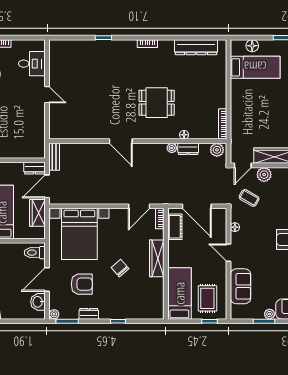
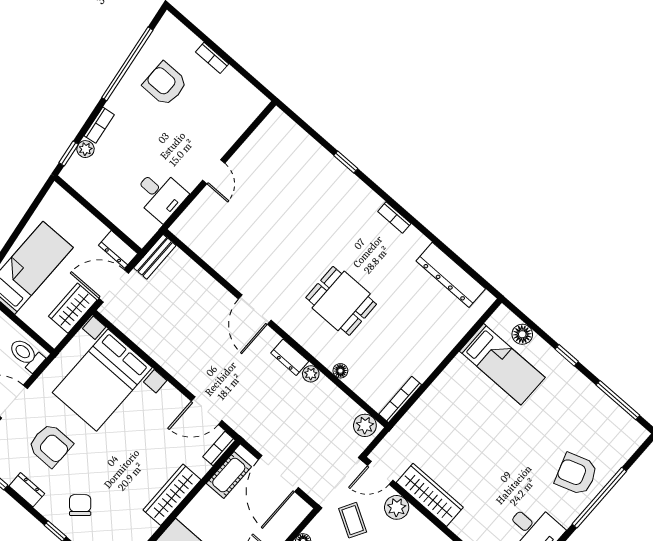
desk: (32, 64) -> (160, 195), moved
dresser: (188, 149) -> (290, 357), moved
chair: (120, 268) -> (80, 505), moved

